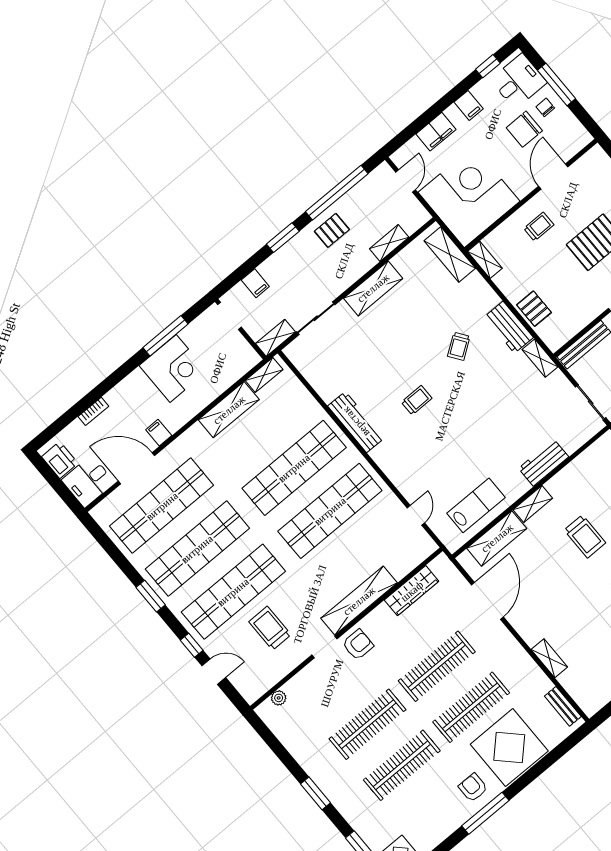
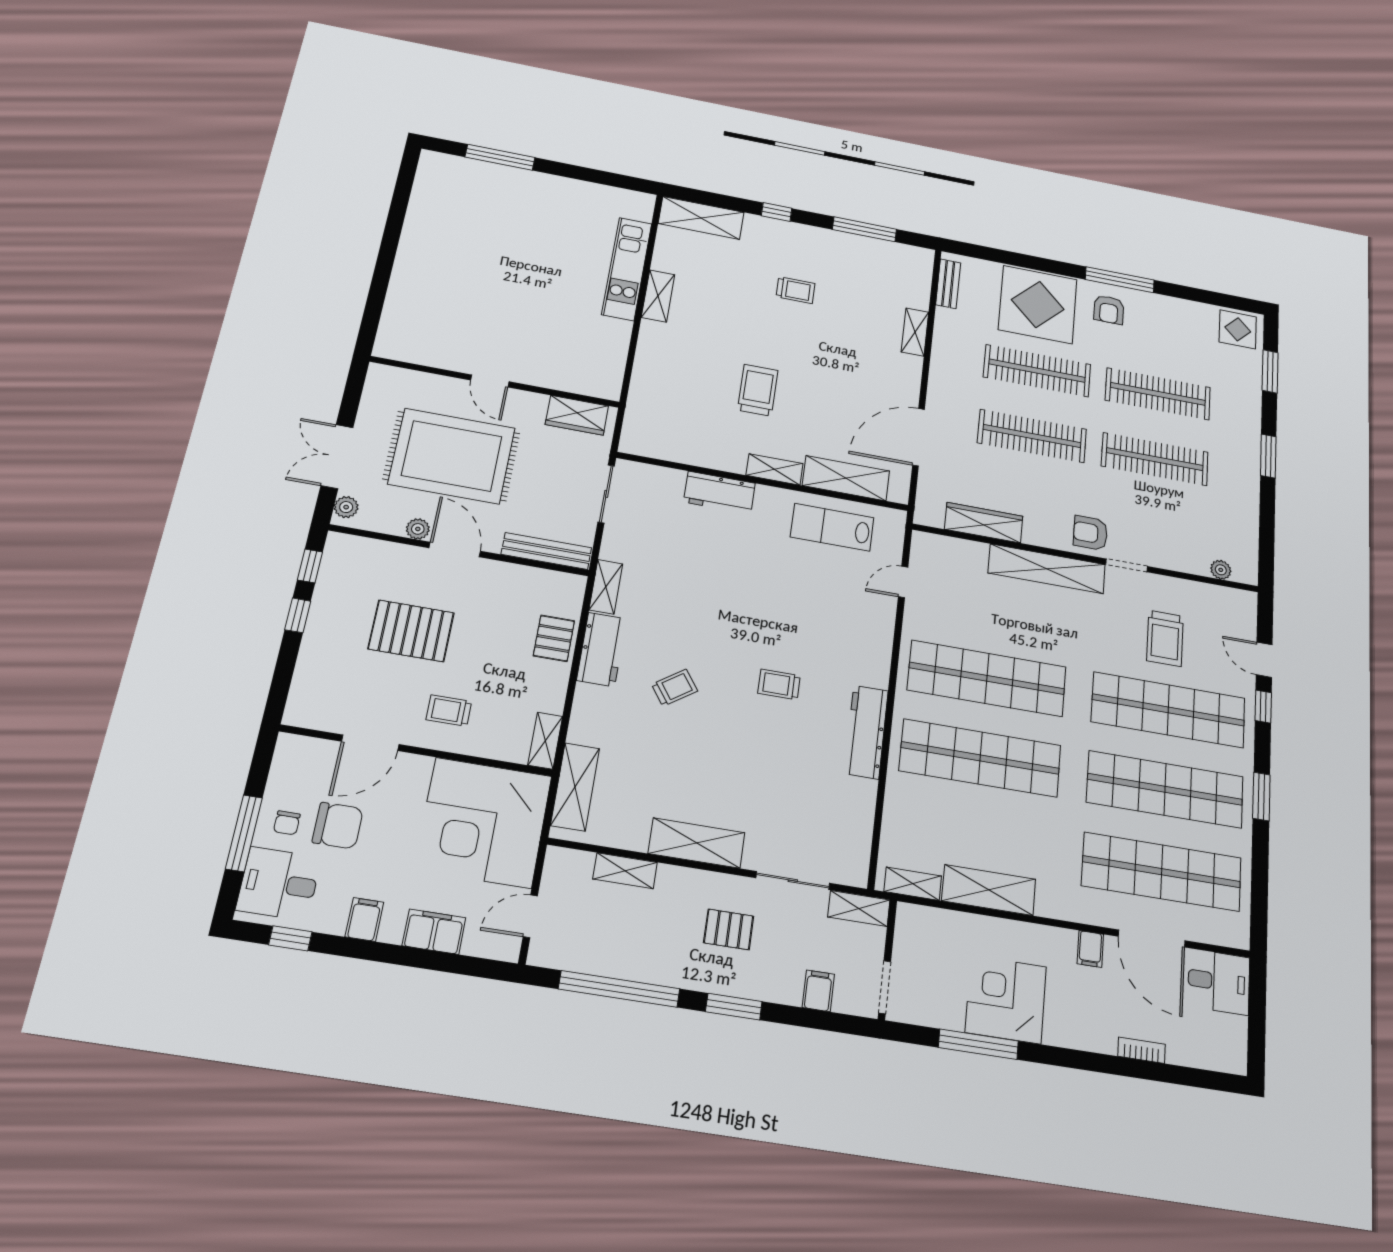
pallet: (332, 230) -> (729, 929), moved
printer: (60, 460) -> (1230, 1038), removed

